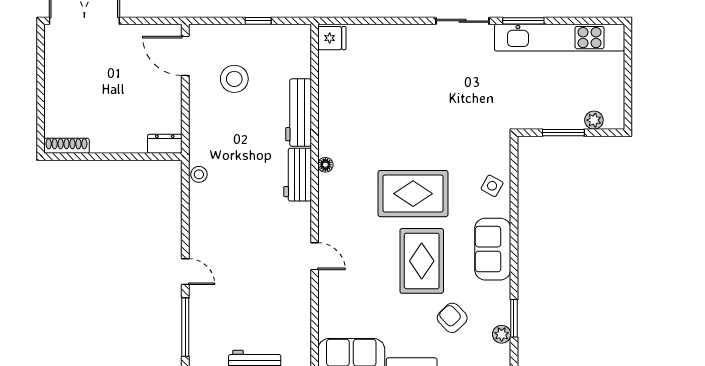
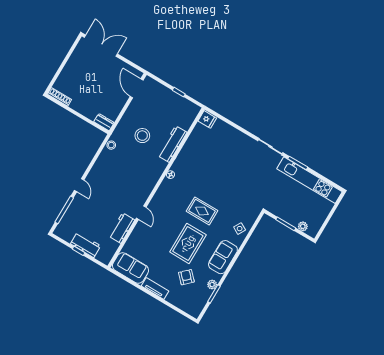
stool: (234, 79) -> (142, 136), moved
workbench: (298, 175) -> (122, 228), moved
rug: (413, 194) -> (202, 211), width x0.73, depth x0.70
plant: (502, 334) -> (212, 284), moved

